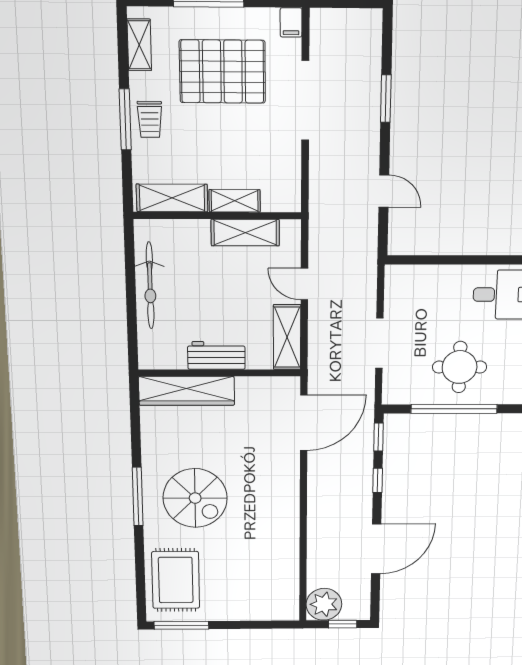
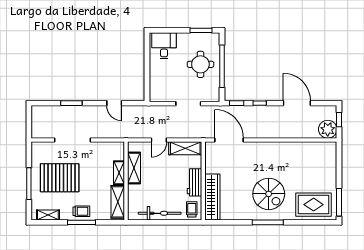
filing cabinet: (291, 22) -> (38, 147), removed
pallet: (222, 72) -> (60, 178), turned 90
door: (384, 191) -> (114, 103), swing flipped
trolley: (160, 350) -> (192, 209), added
spiral stairs: (195, 498) -> (269, 194), turned 90

